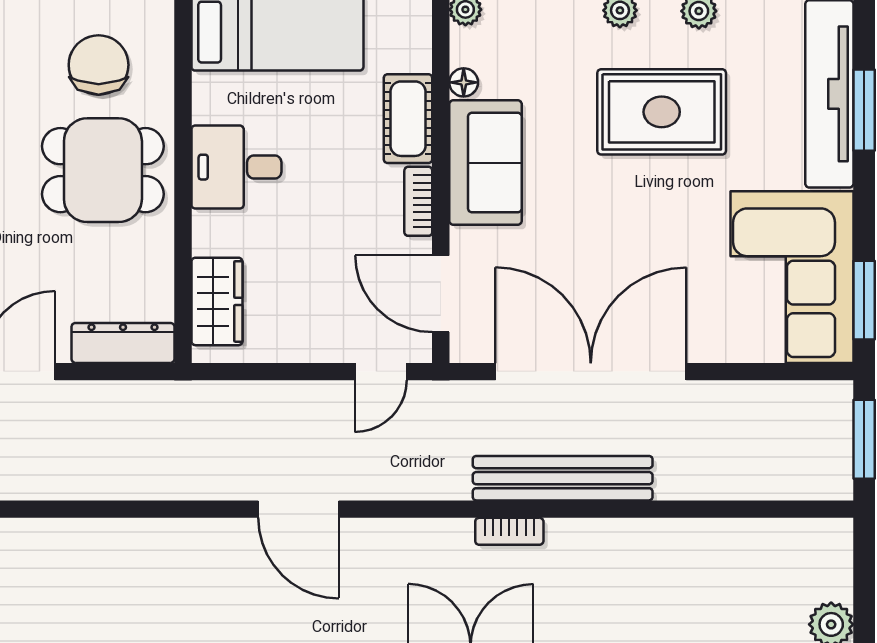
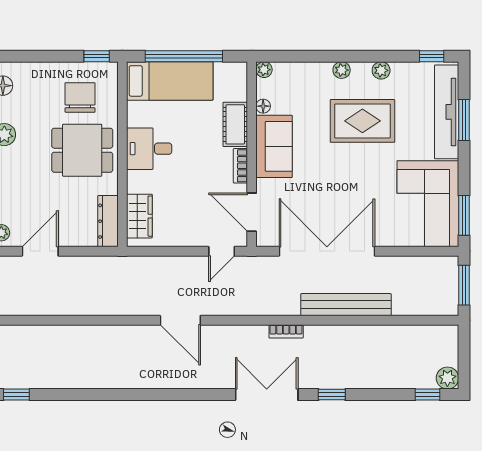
dresser: (123, 343) -> (108, 221), moved, turned -90
bench: (563, 478) -> (346, 305), moved

